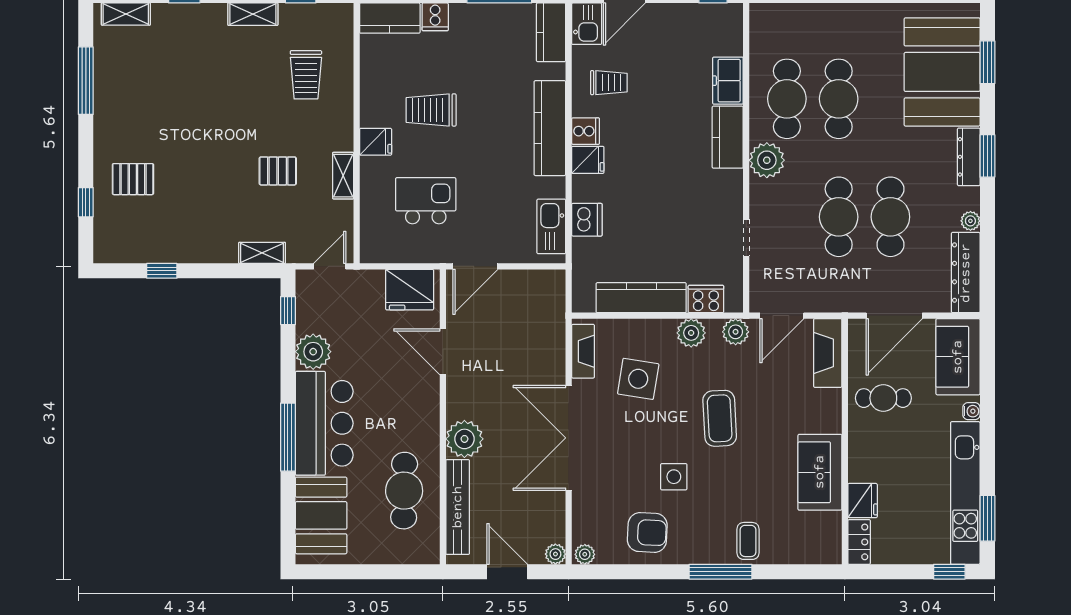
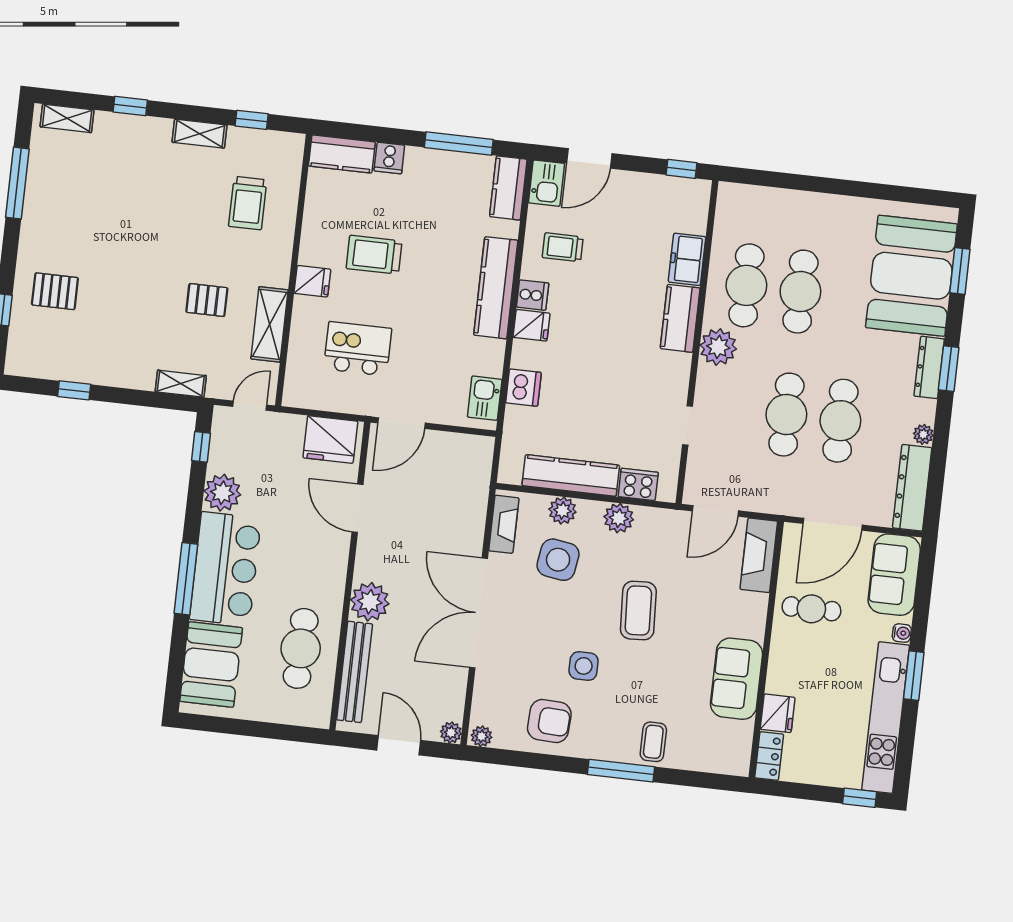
trolley: (609, 83) -> (563, 247), turned 180
shelving: (343, 176) -> (269, 324), width x1.50, depth x1.33
kitchen sink: (551, 226) -> (485, 398), width x0.73
plant: (736, 332) -> (562, 511), moved
window: (987, 518) -> (914, 676), moved

